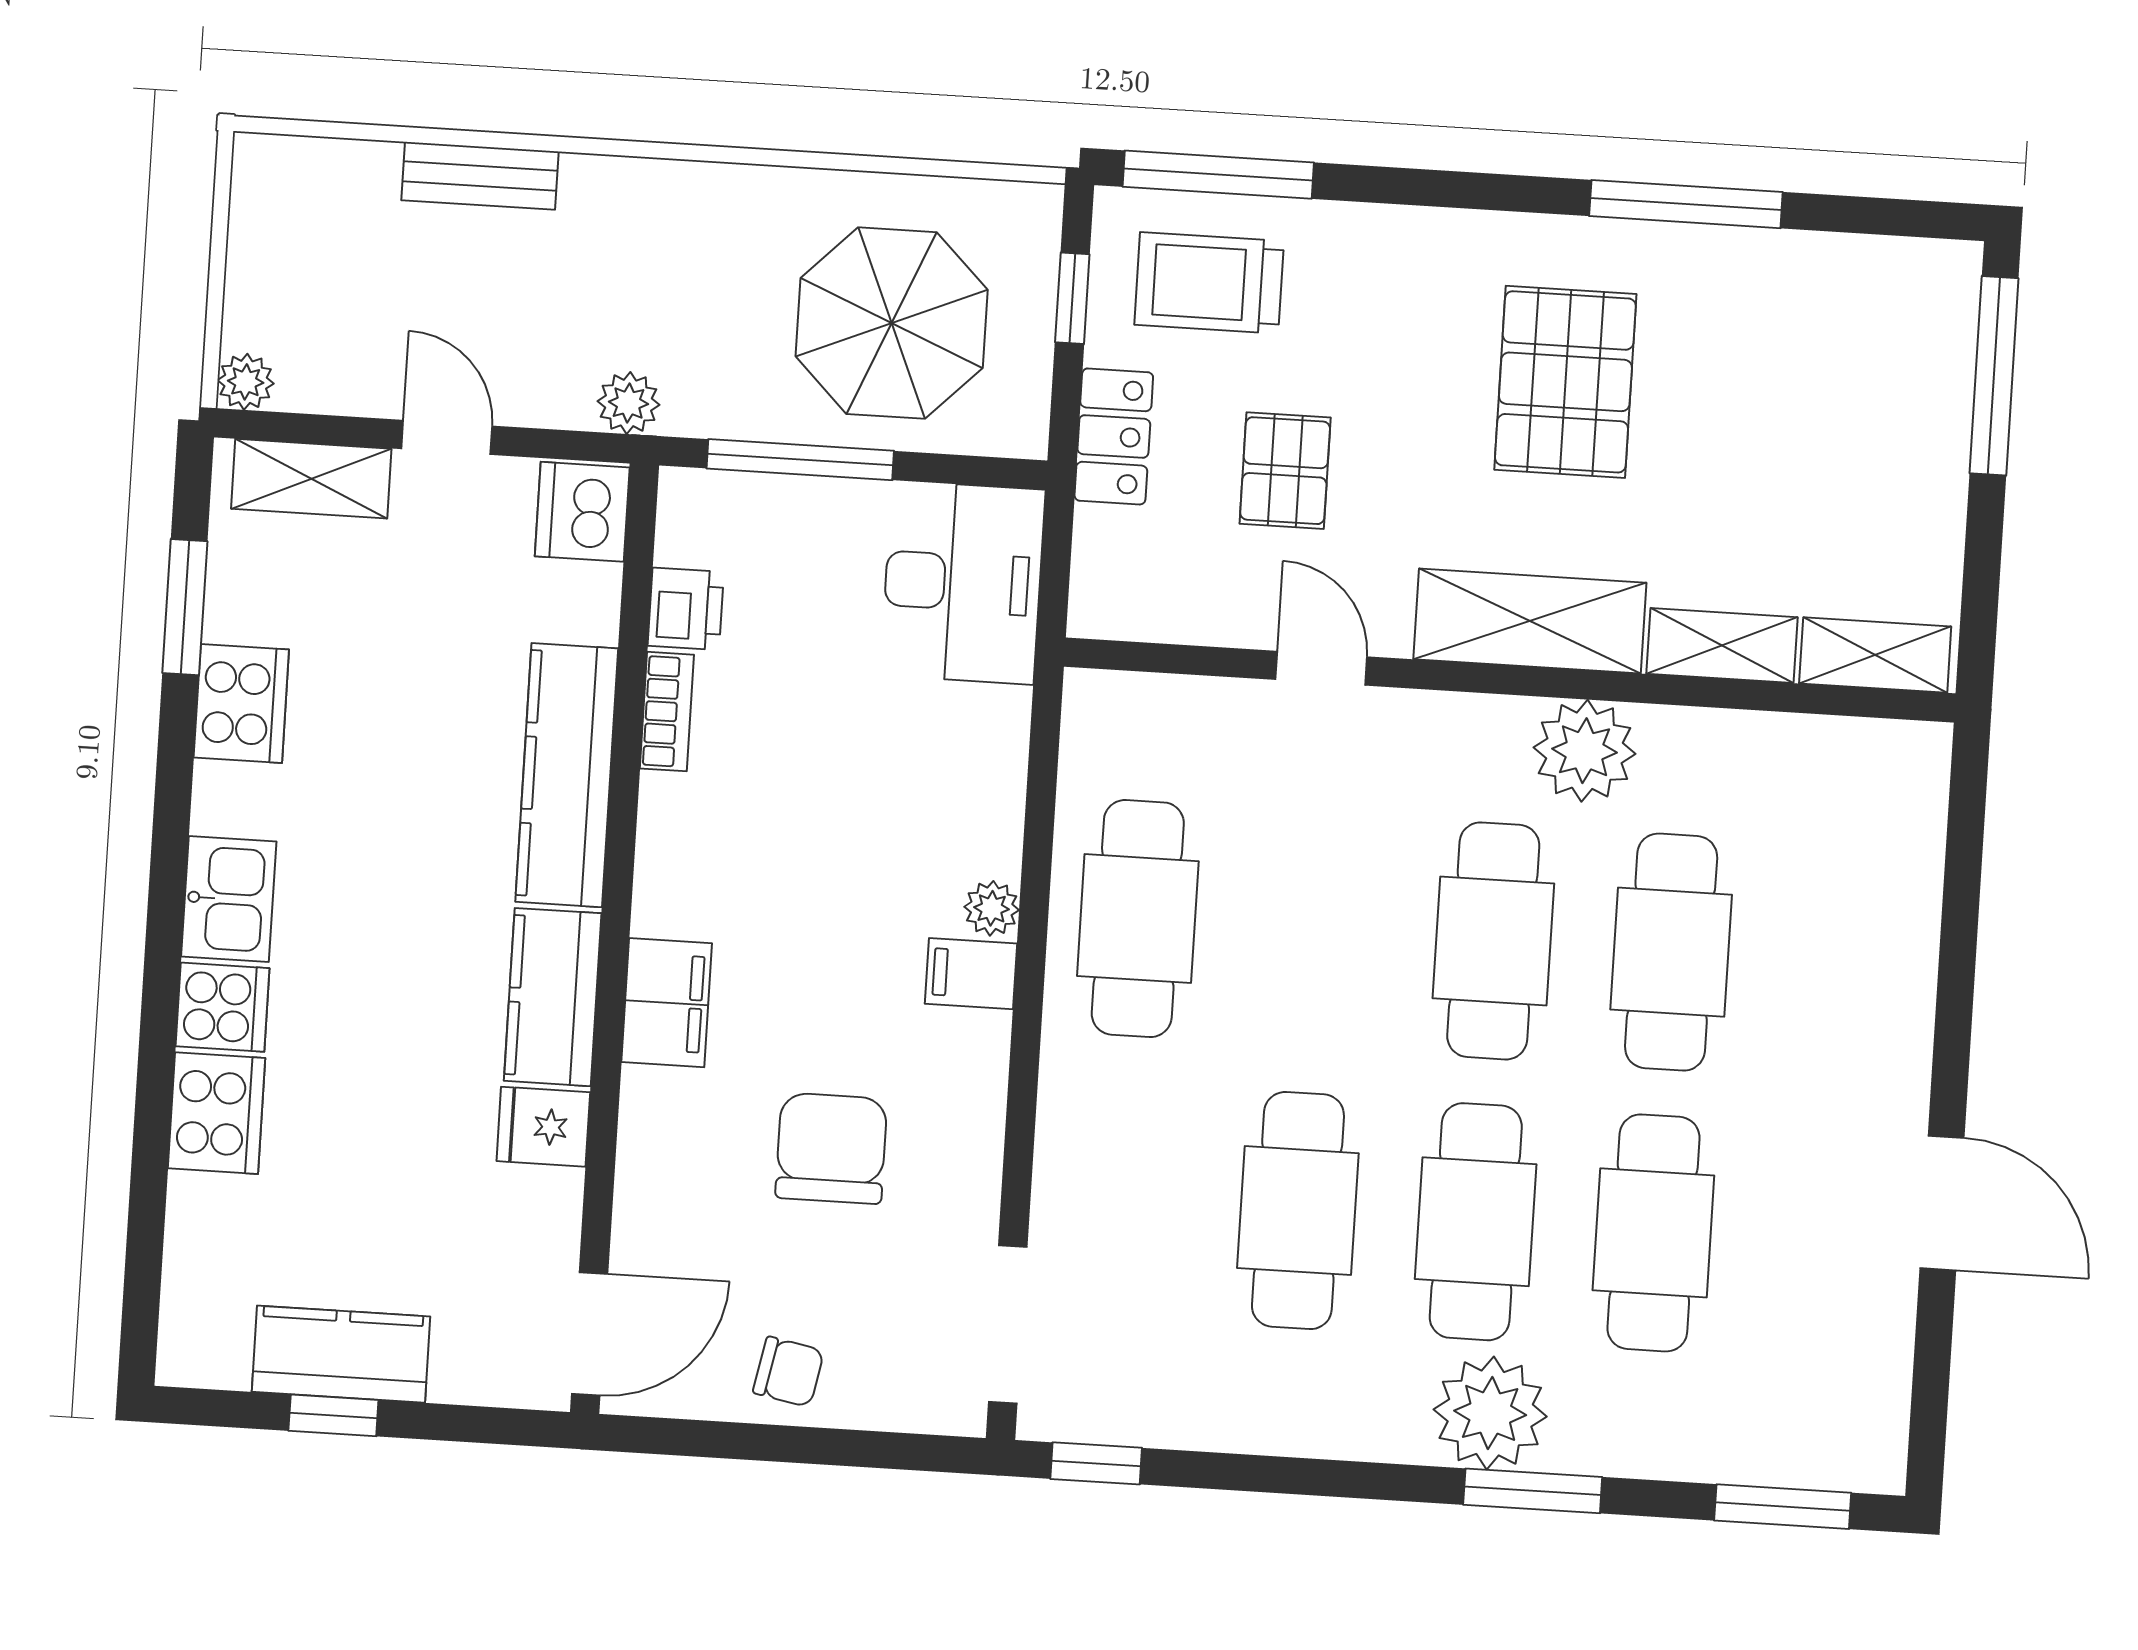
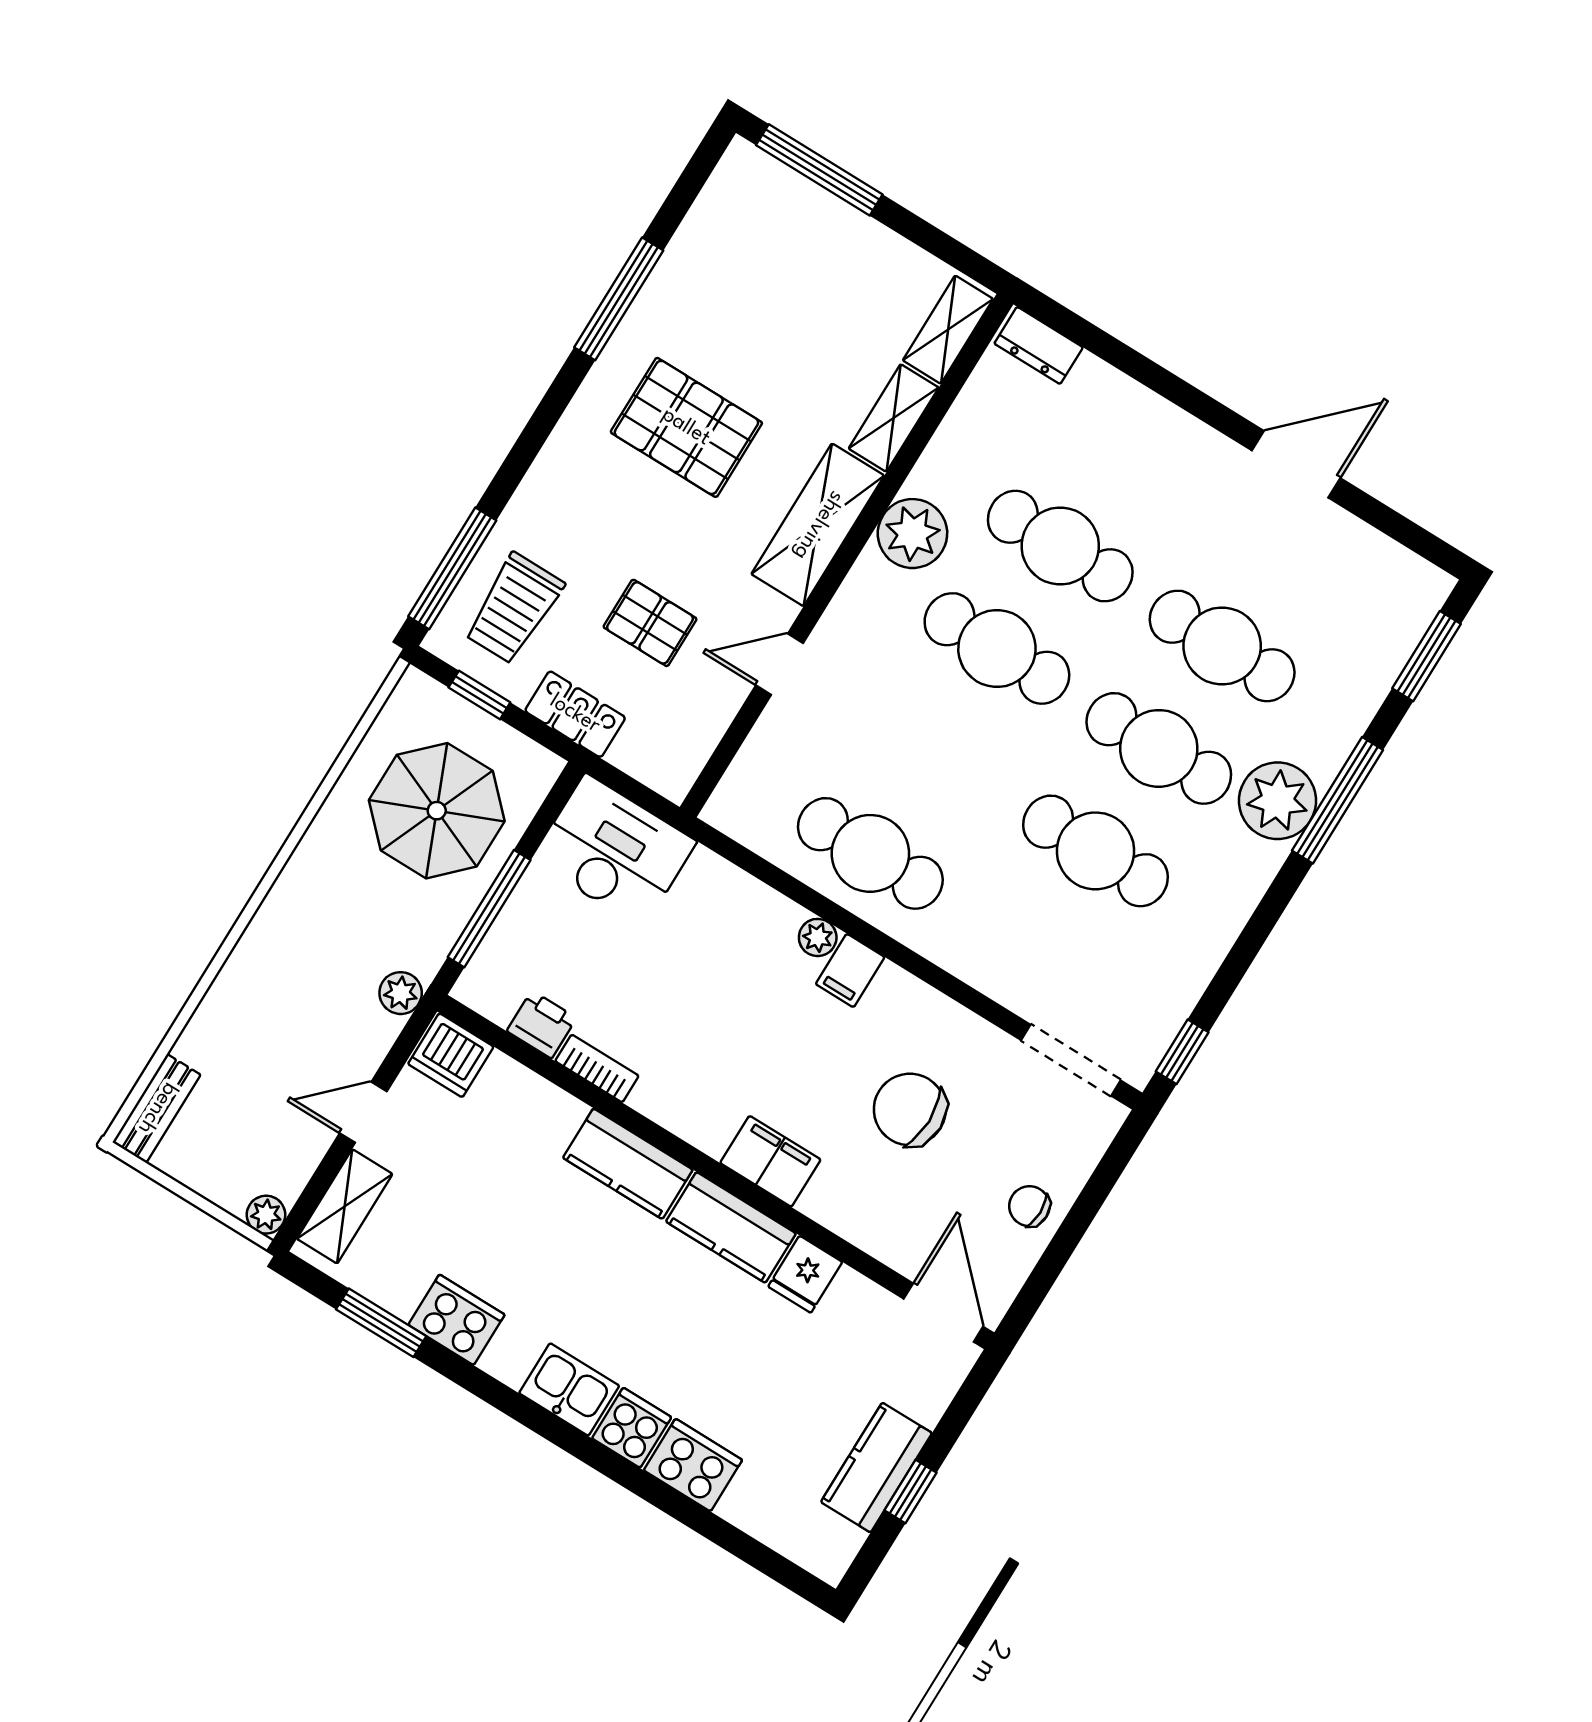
bench: (480, 176) -> (157, 1108), moved
kitchen counter: (567, 775) -> (628, 1164), width x0.67
dresser: (1918, 784) -> (1039, 345), added
chair: (789, 1372) -> (1029, 1206), turned -101
window: (1533, 1491) -> (1338, 800), width x1.44

